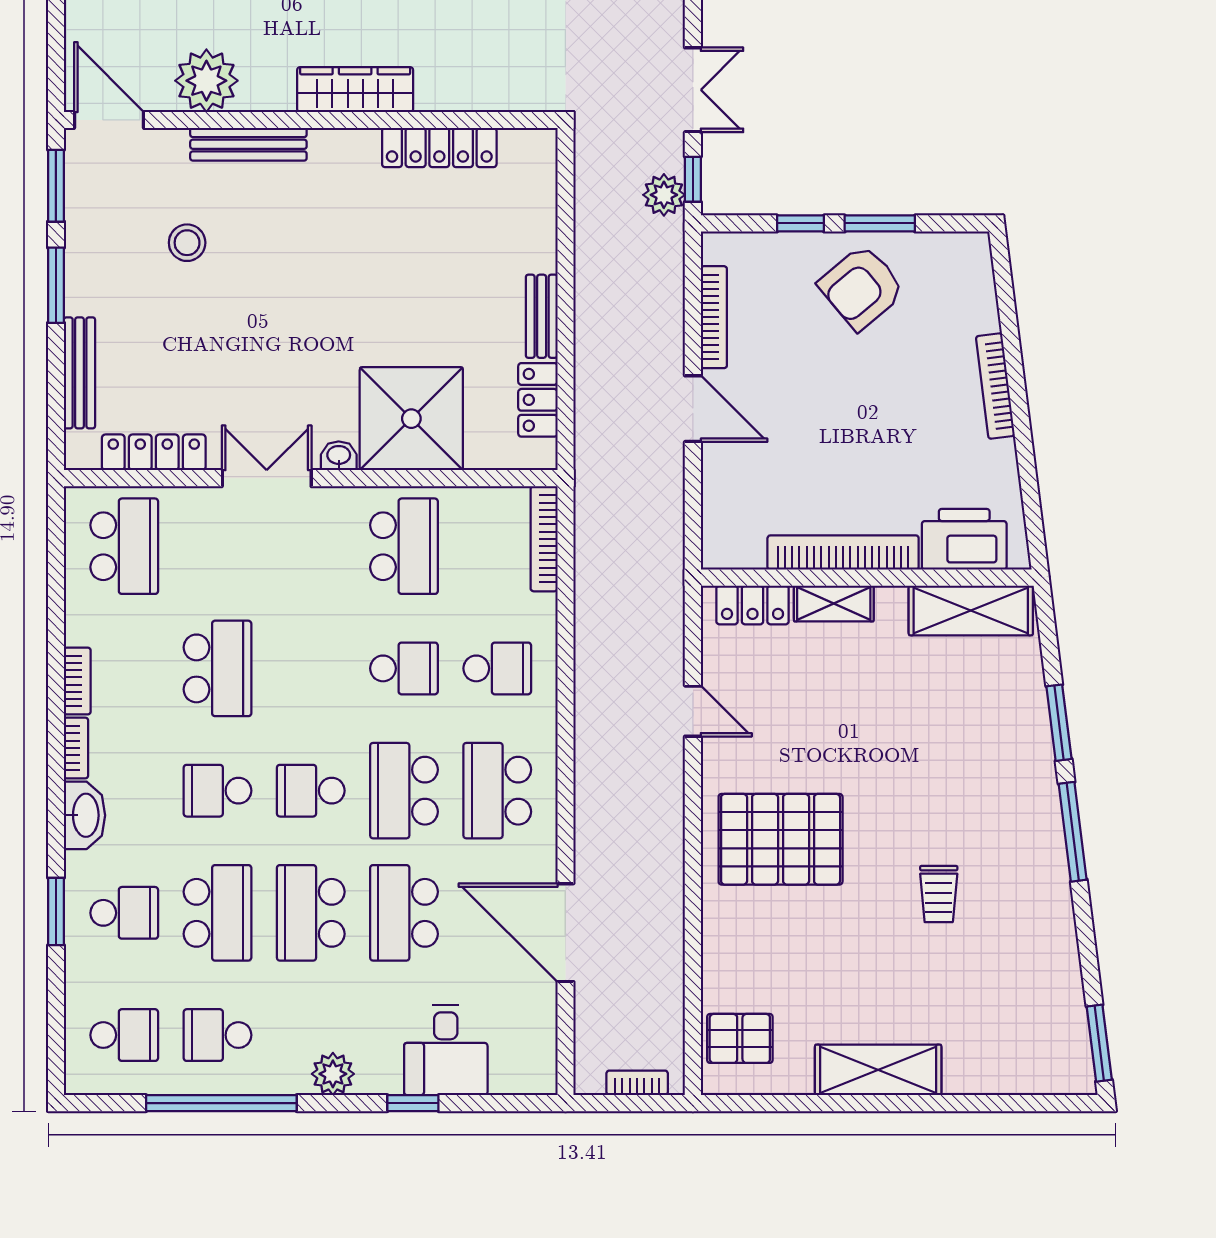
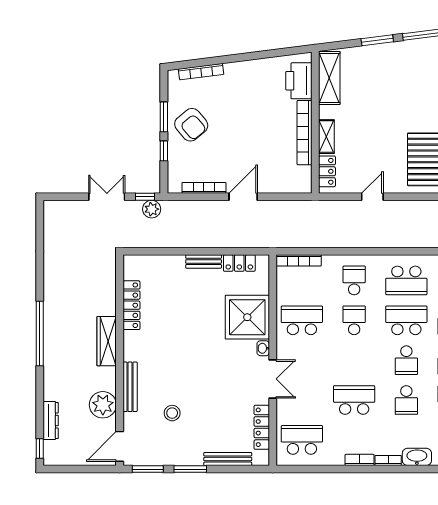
bookcase: (995, 386) -> (201, 72), moved
double door: (267, 478) -> (273, 379), swing flipped
school desk: (404, 791) -> (406, 320), turned 180

